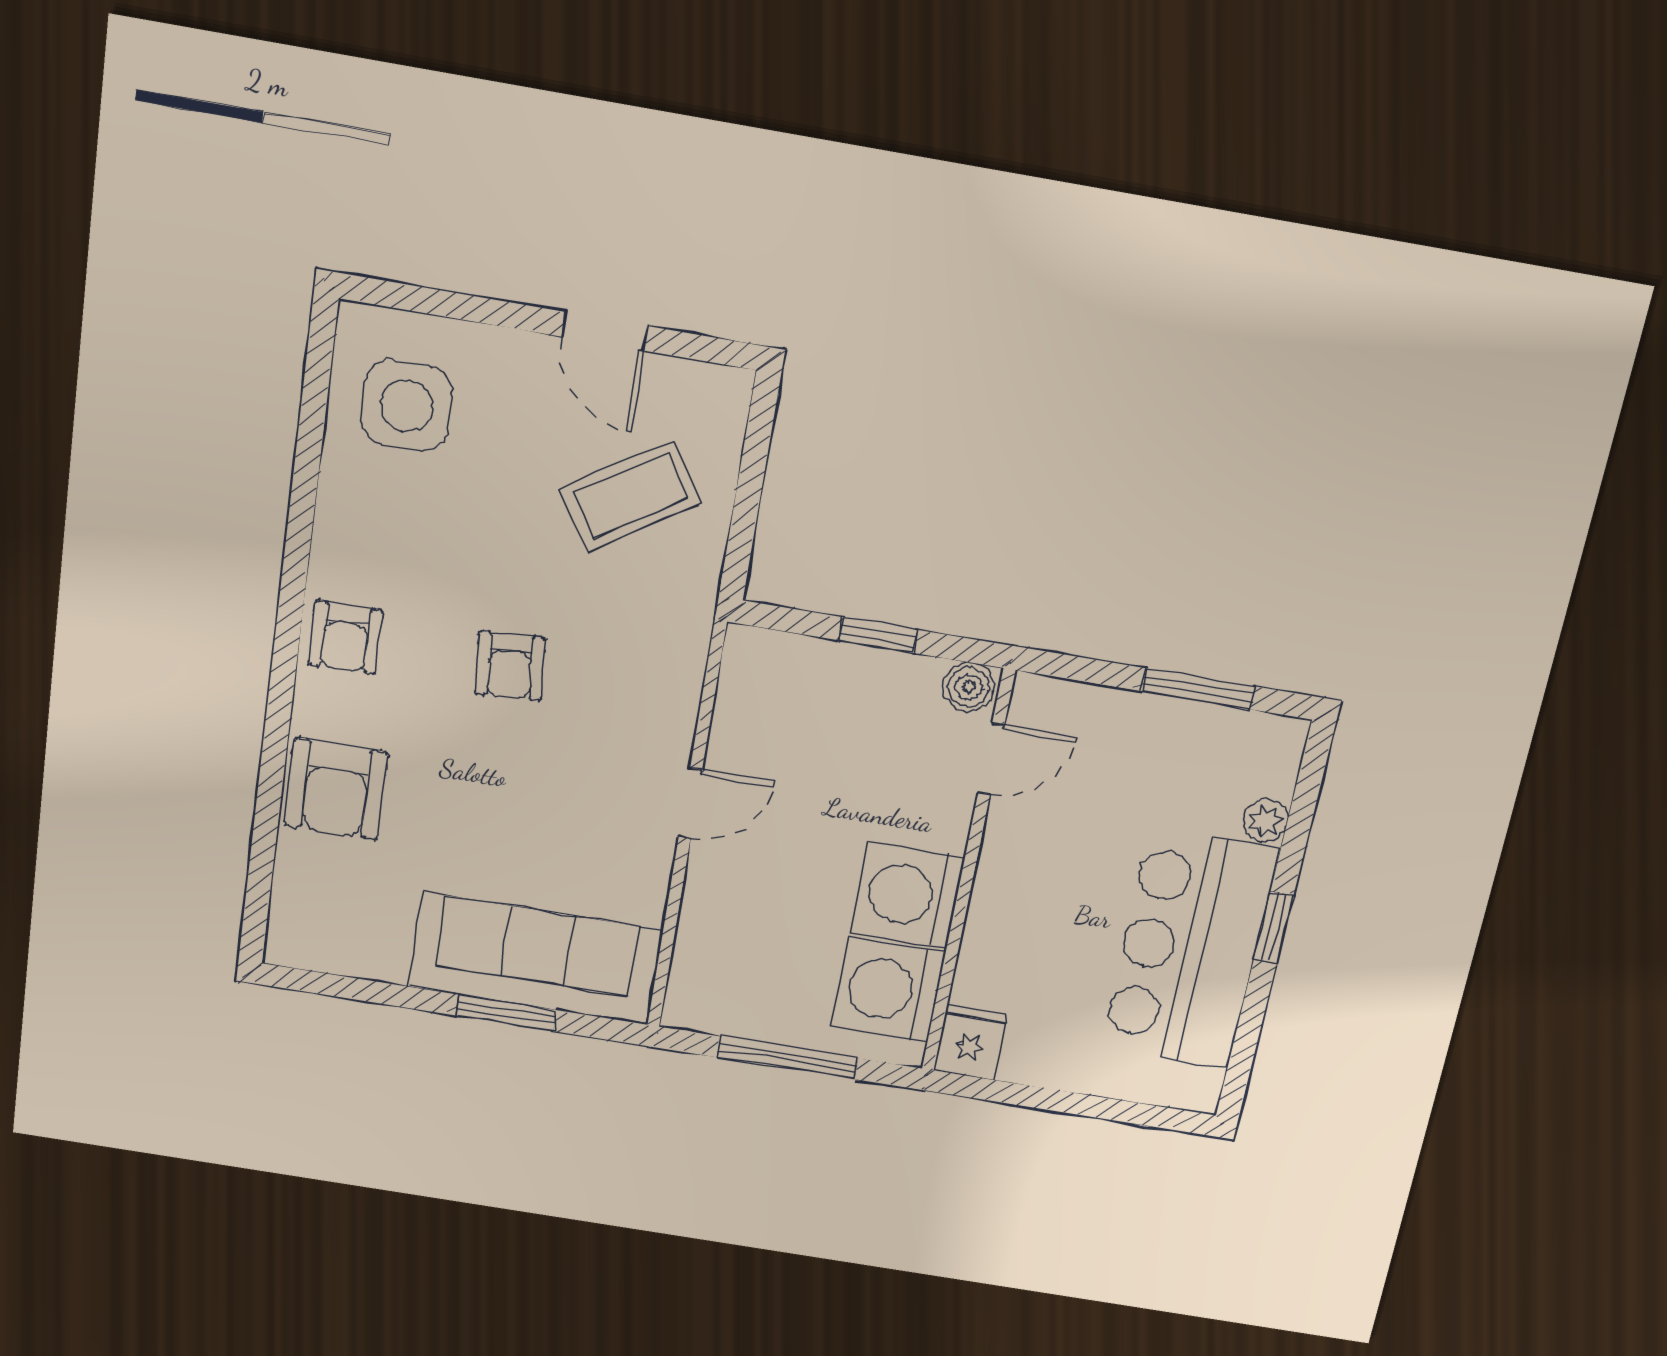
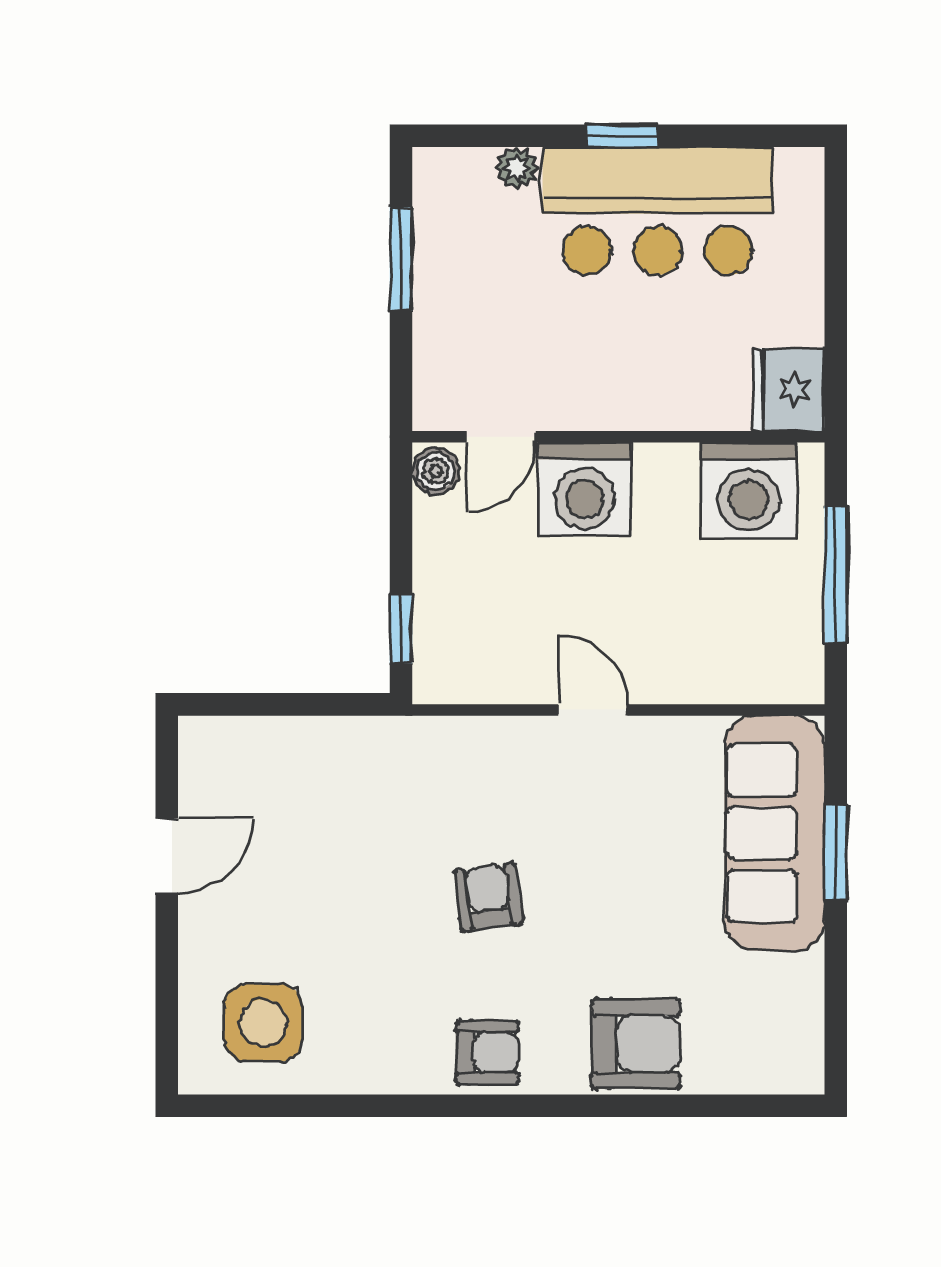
coffee table: (630, 496) -> (311, 811), removed
window: (878, 635) -> (401, 628), moved
armchair: (510, 666) -> (488, 897), turned -93
door: (991, 759) -> (501, 437), swing flipped
washing machine: (908, 895) -> (584, 489), moved
fridge: (970, 1042) -> (789, 390), width x1.38

